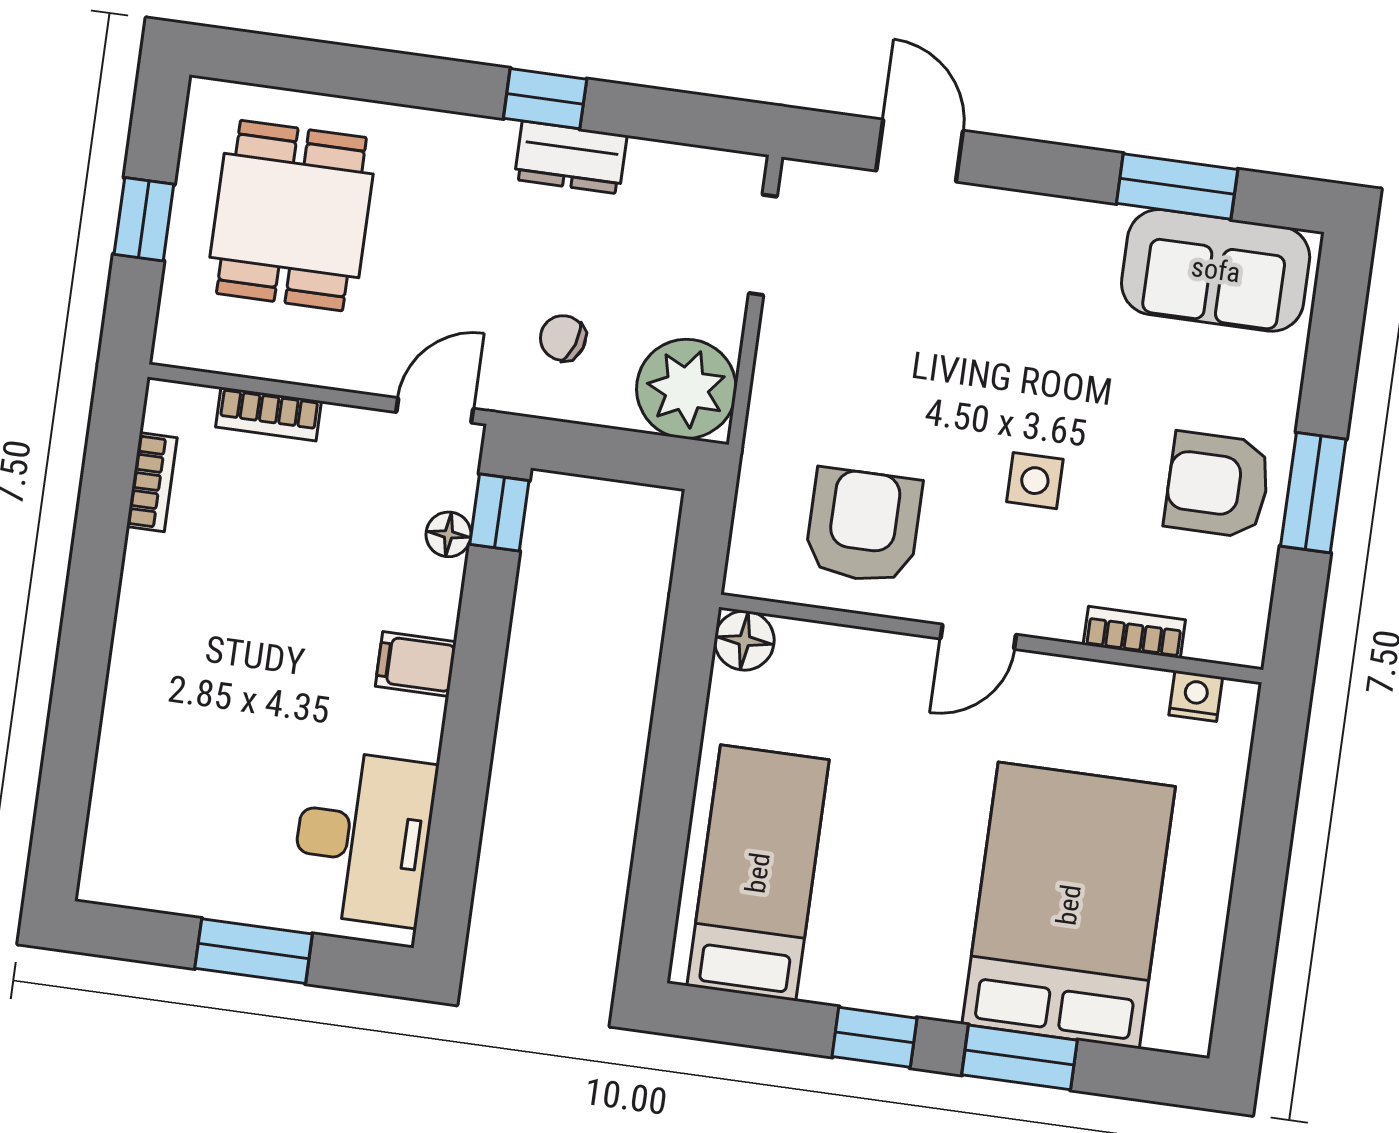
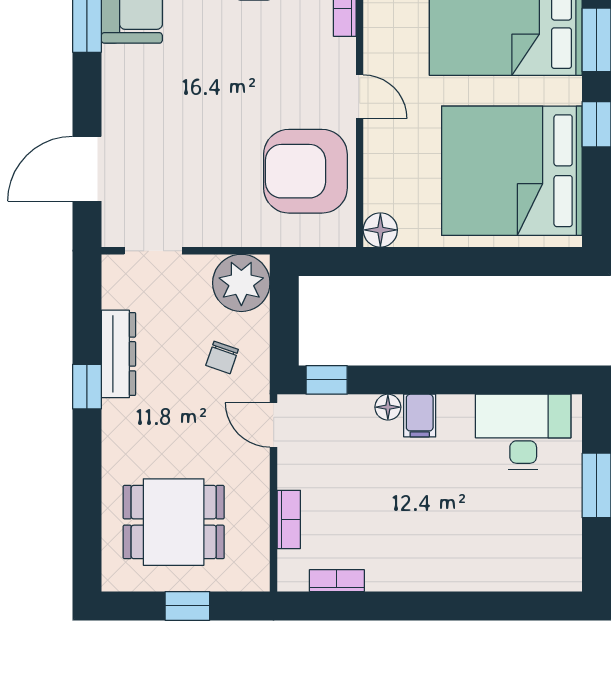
door: (920, 151) -> (87, 169), width x1.38
dresser: (571, 157) -> (118, 354), width x1.44
side table: (1035, 481) -> (266, 77), removed
armchair: (863, 526) -> (305, 171), width x1.36, depth x1.36
floor lamp: (449, 534) -> (388, 407), moved
bed: (758, 873) -> (512, 171), width x2.04

